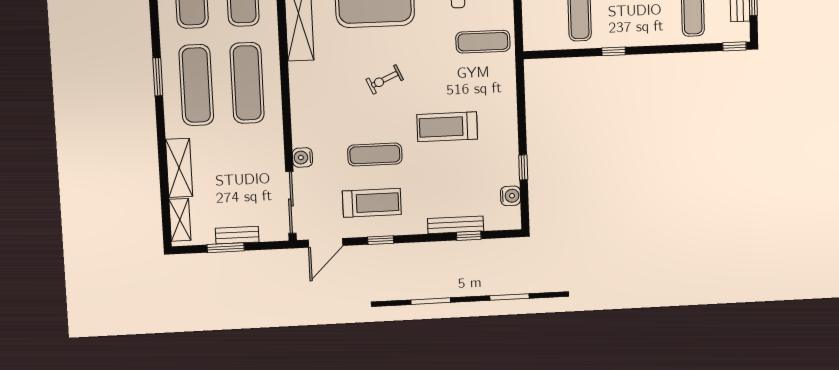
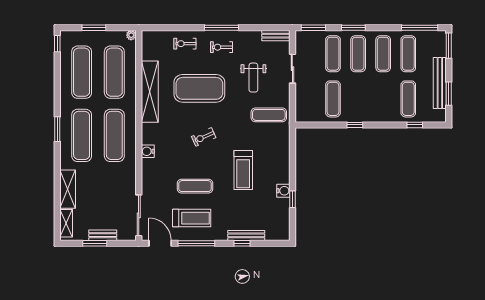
window: (734, 46) -> (415, 125), moved
treadmill: (447, 127) -> (243, 170), turned -90
water cooler: (302, 157) -> (148, 151), moved
water cooler: (510, 196) -> (283, 191), moved
window: (469, 236) -> (242, 243), moved
window: (381, 240) -> (196, 243), width x2.17
door: (325, 243) -> (160, 243), swing flipped

